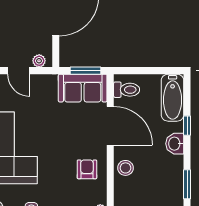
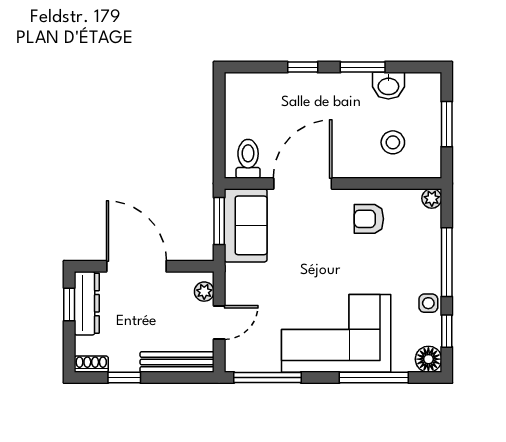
bathtub: (173, 98) -> (260, 89), removed
washbasin: (175, 144) -> (388, 86), moved
stool: (125, 168) -> (393, 142), moved
window: (187, 184) -> (363, 67), moved

